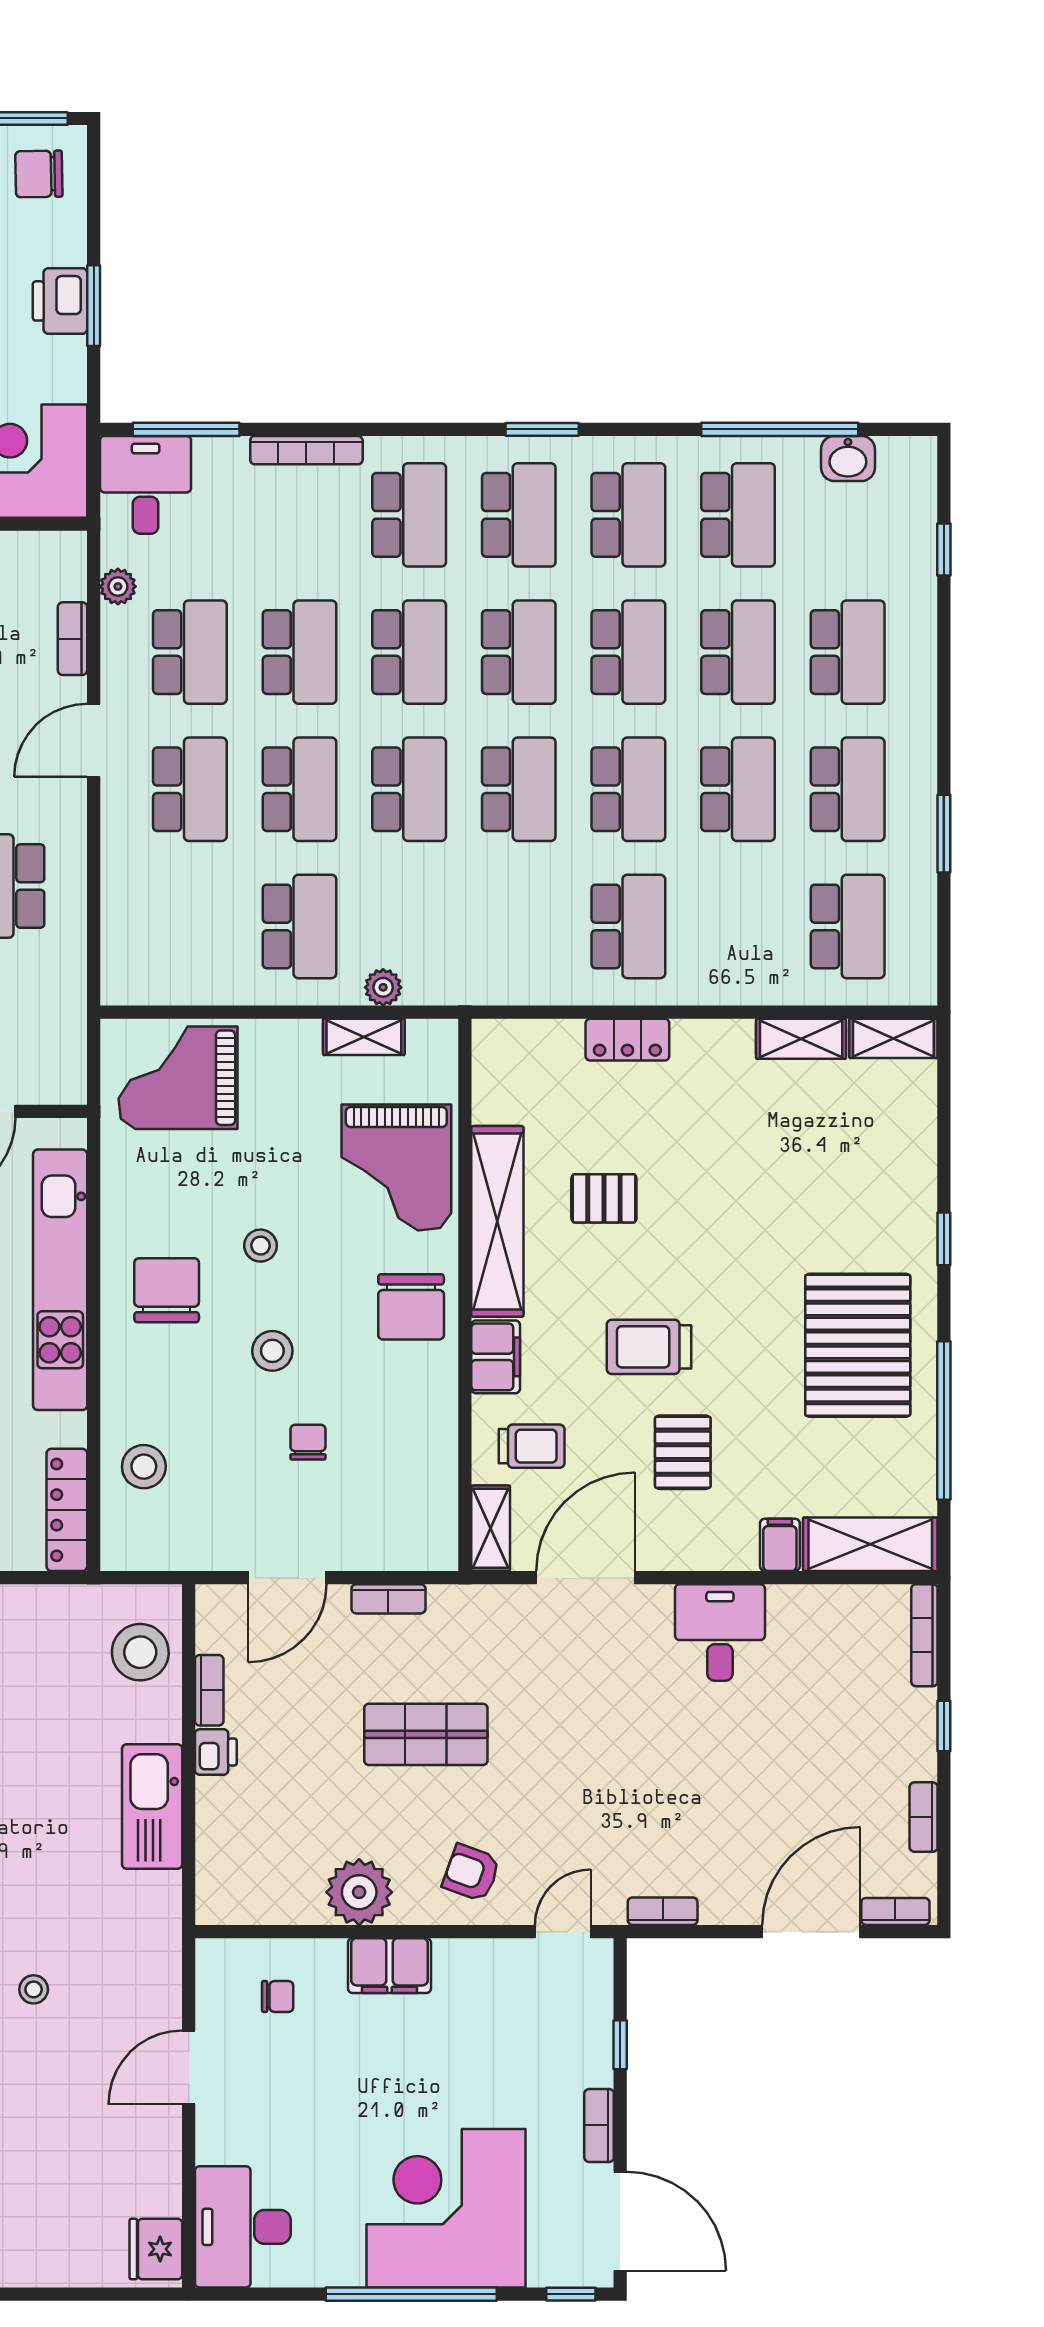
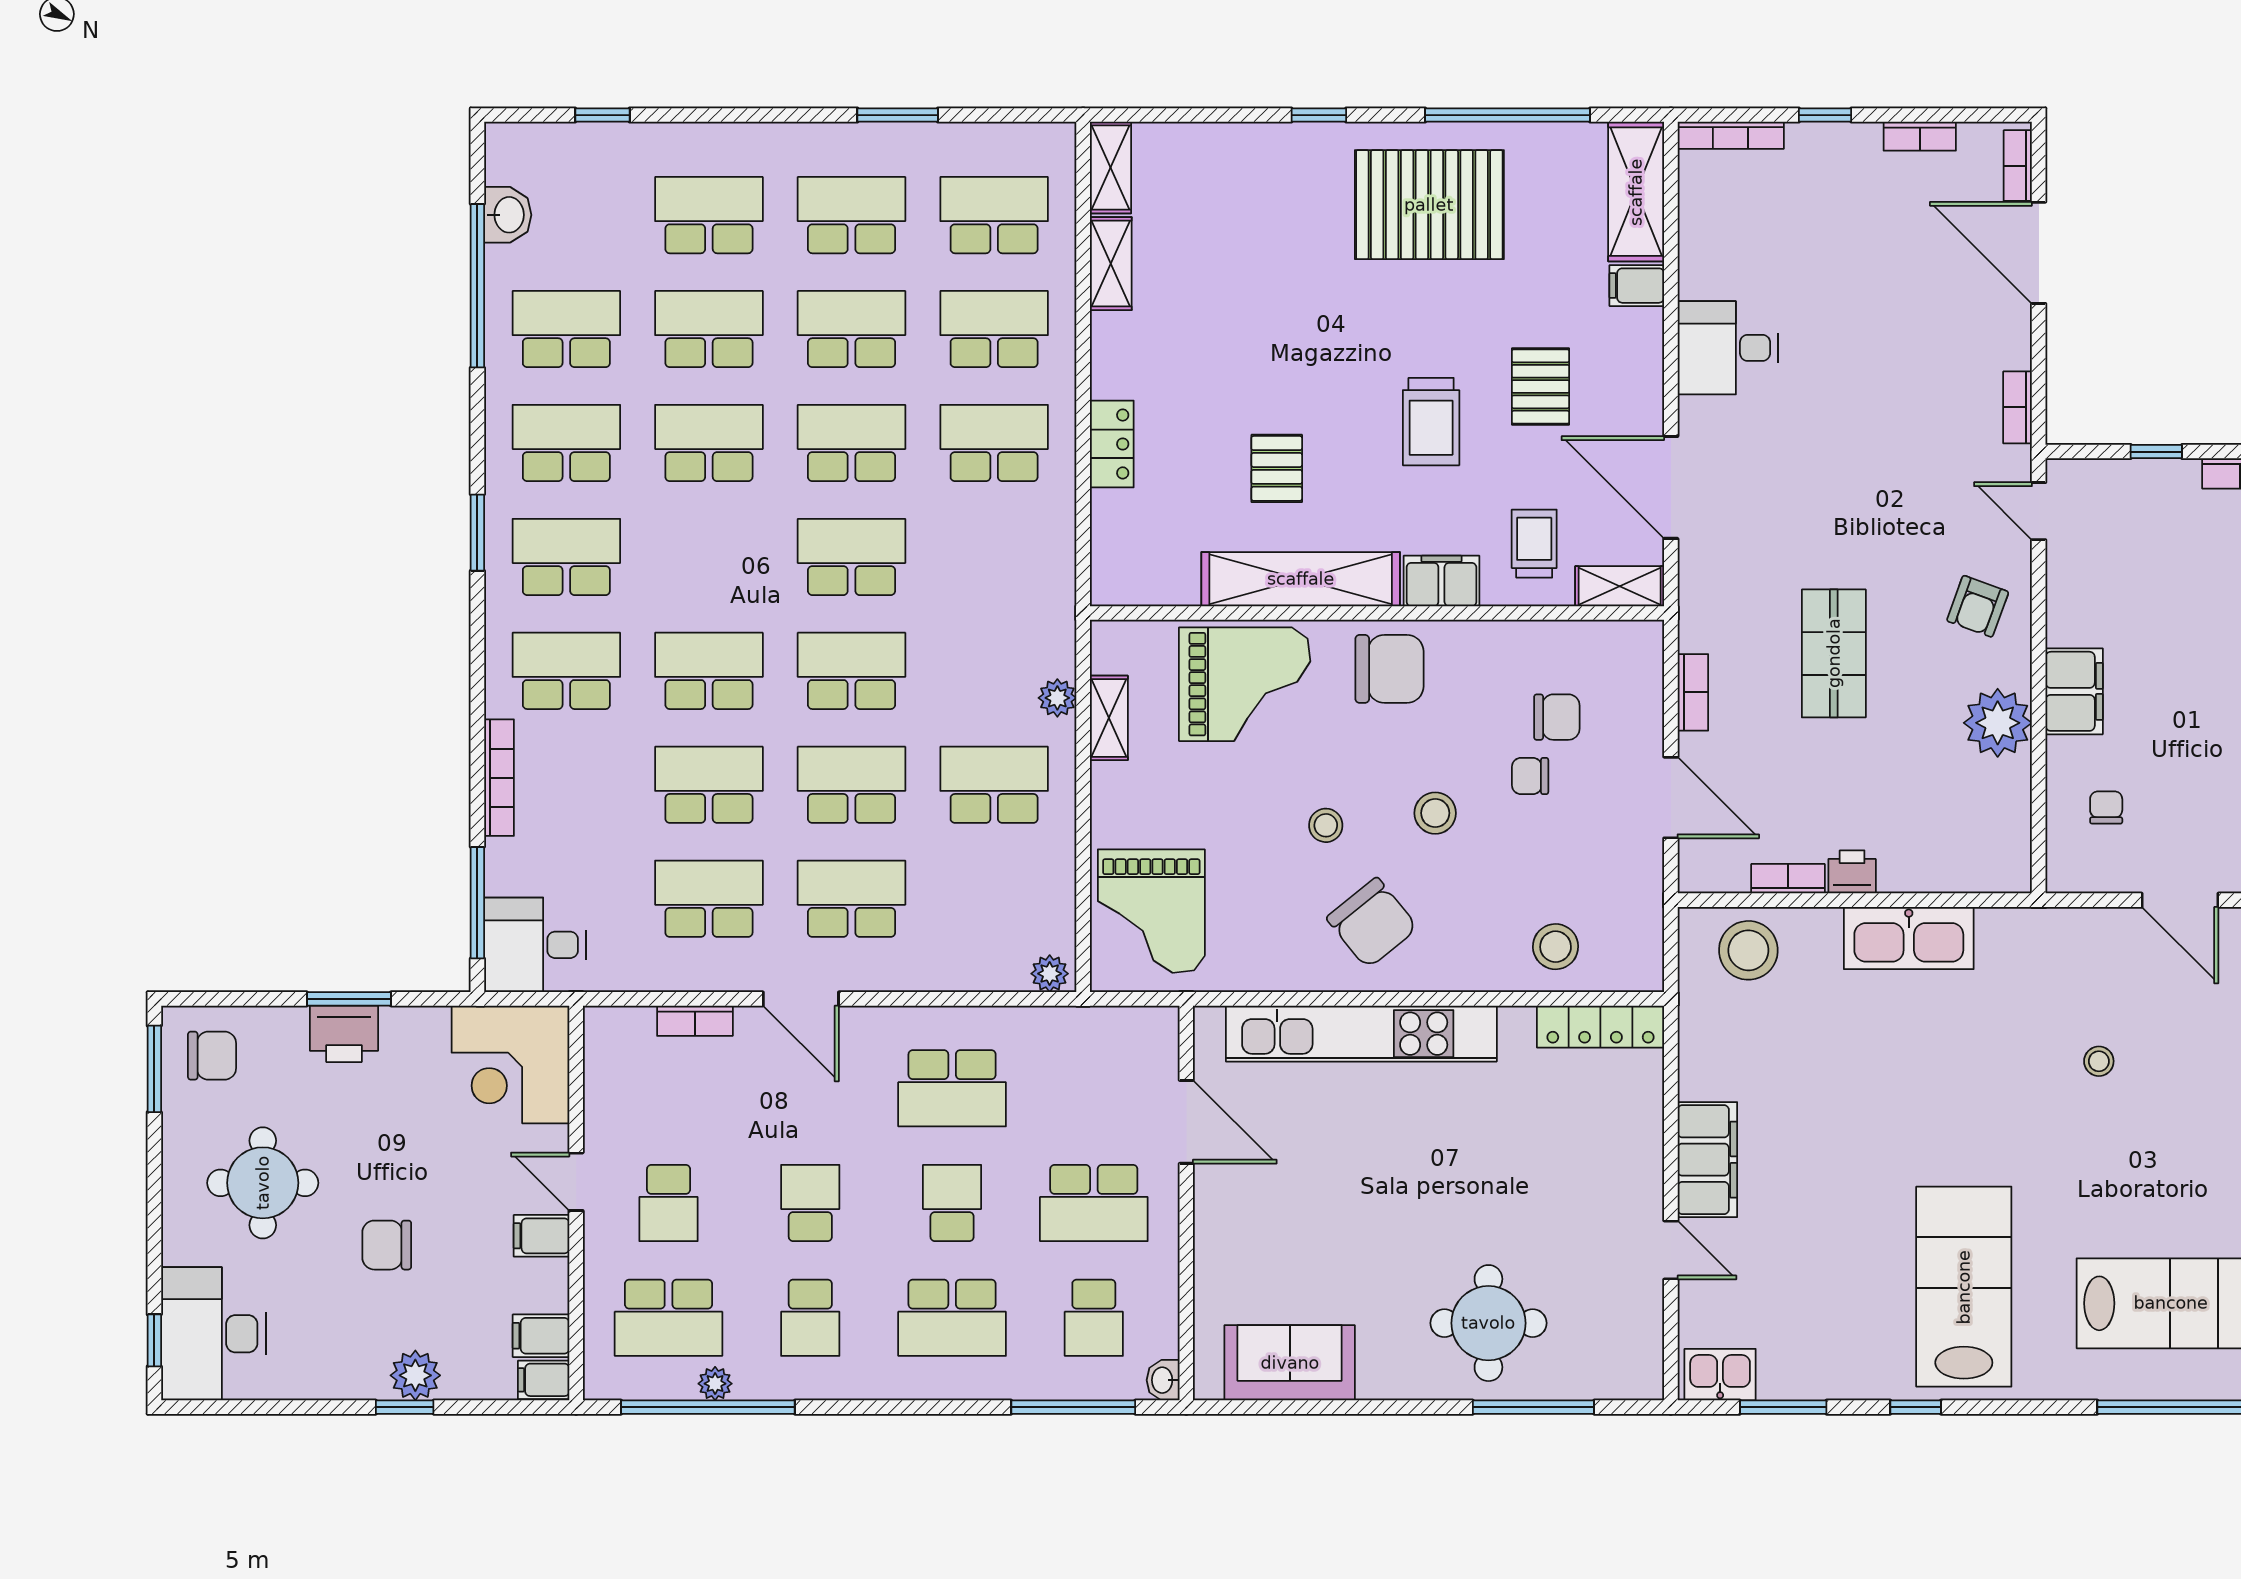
chair: (39, 174) -> (212, 1056), turned -89
plant: (118, 586) -> (1050, 974), moved
school desk: (519, 652) -> (994, 329), moved
chair: (167, 1290) -> (1372, 923), turned -129
pallet: (683, 1452) -> (1541, 387), turned 90
chair: (365, 1468) -> (1557, 717), added

